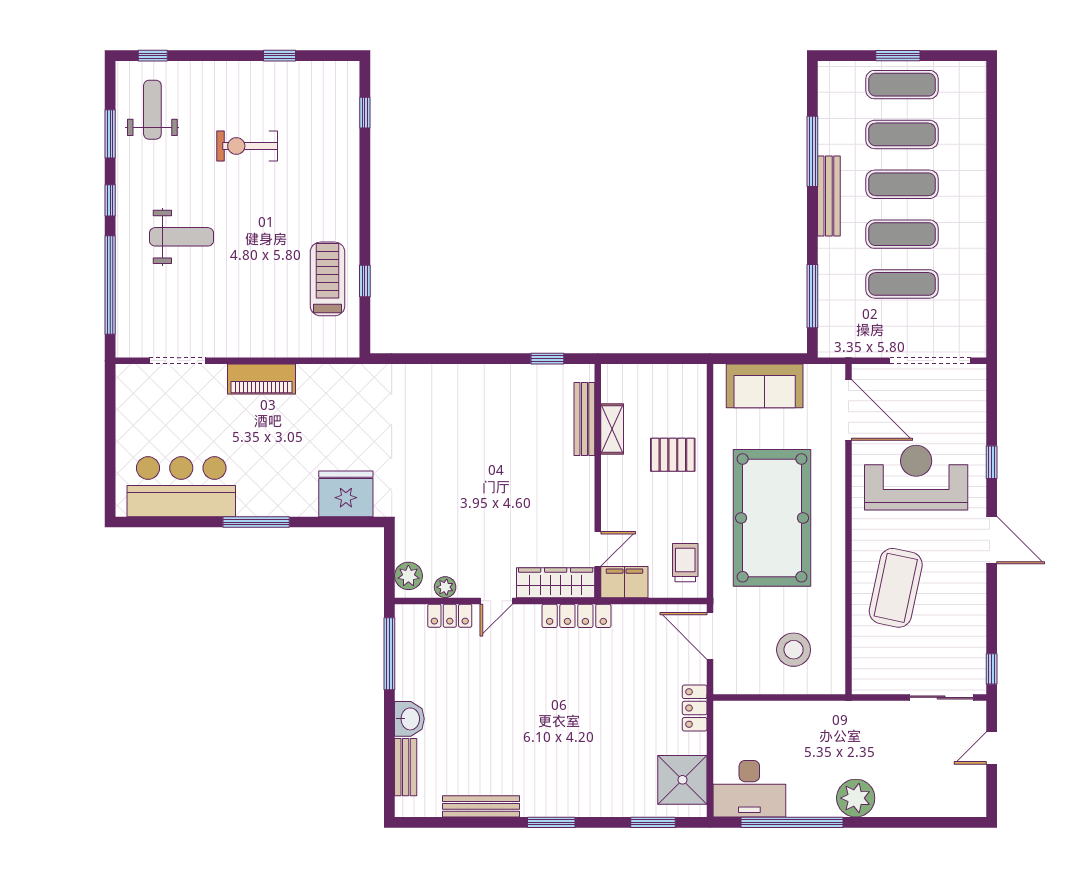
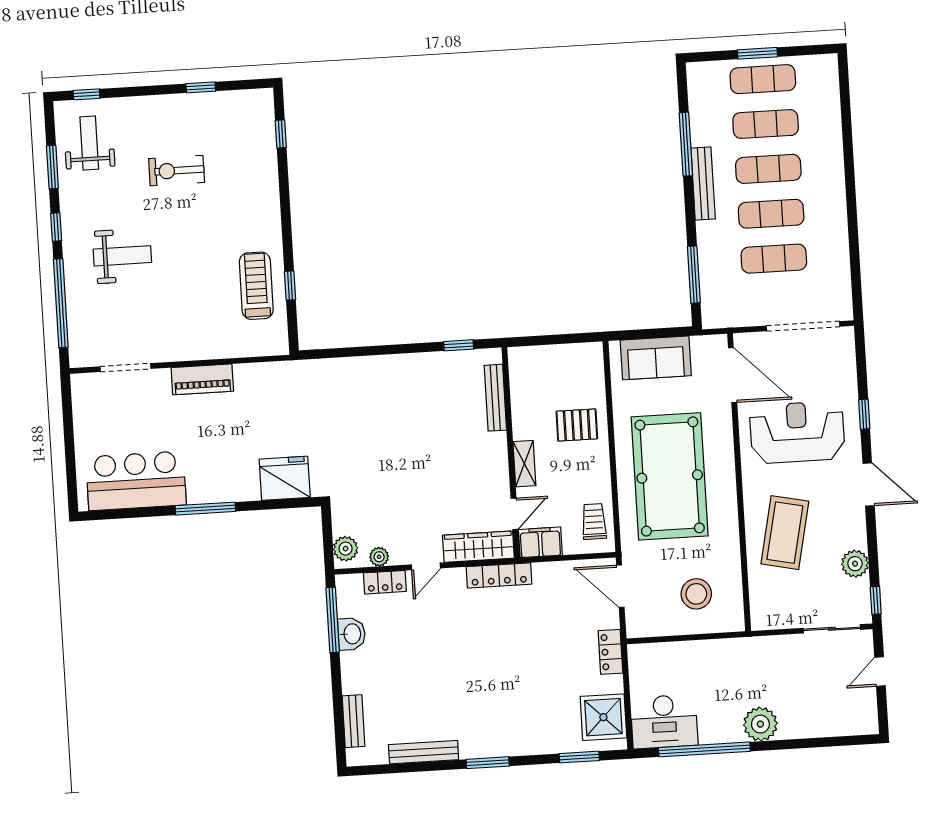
shelving: (612, 429) -> (524, 464), moved
plant: (971, 627) -> (855, 564), added
washbasin: (409, 719) -> (352, 634), moved

